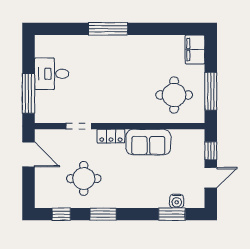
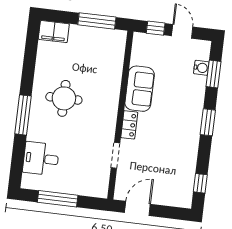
desk: (52, 74) -> (41, 159), moved, turned 90
window: (29, 93) -> (58, 199), moved
round table: (174, 95) -> (64, 98), moved
round table: (84, 179) -> (168, 157), removed
window: (103, 214) -> (208, 122), moved

